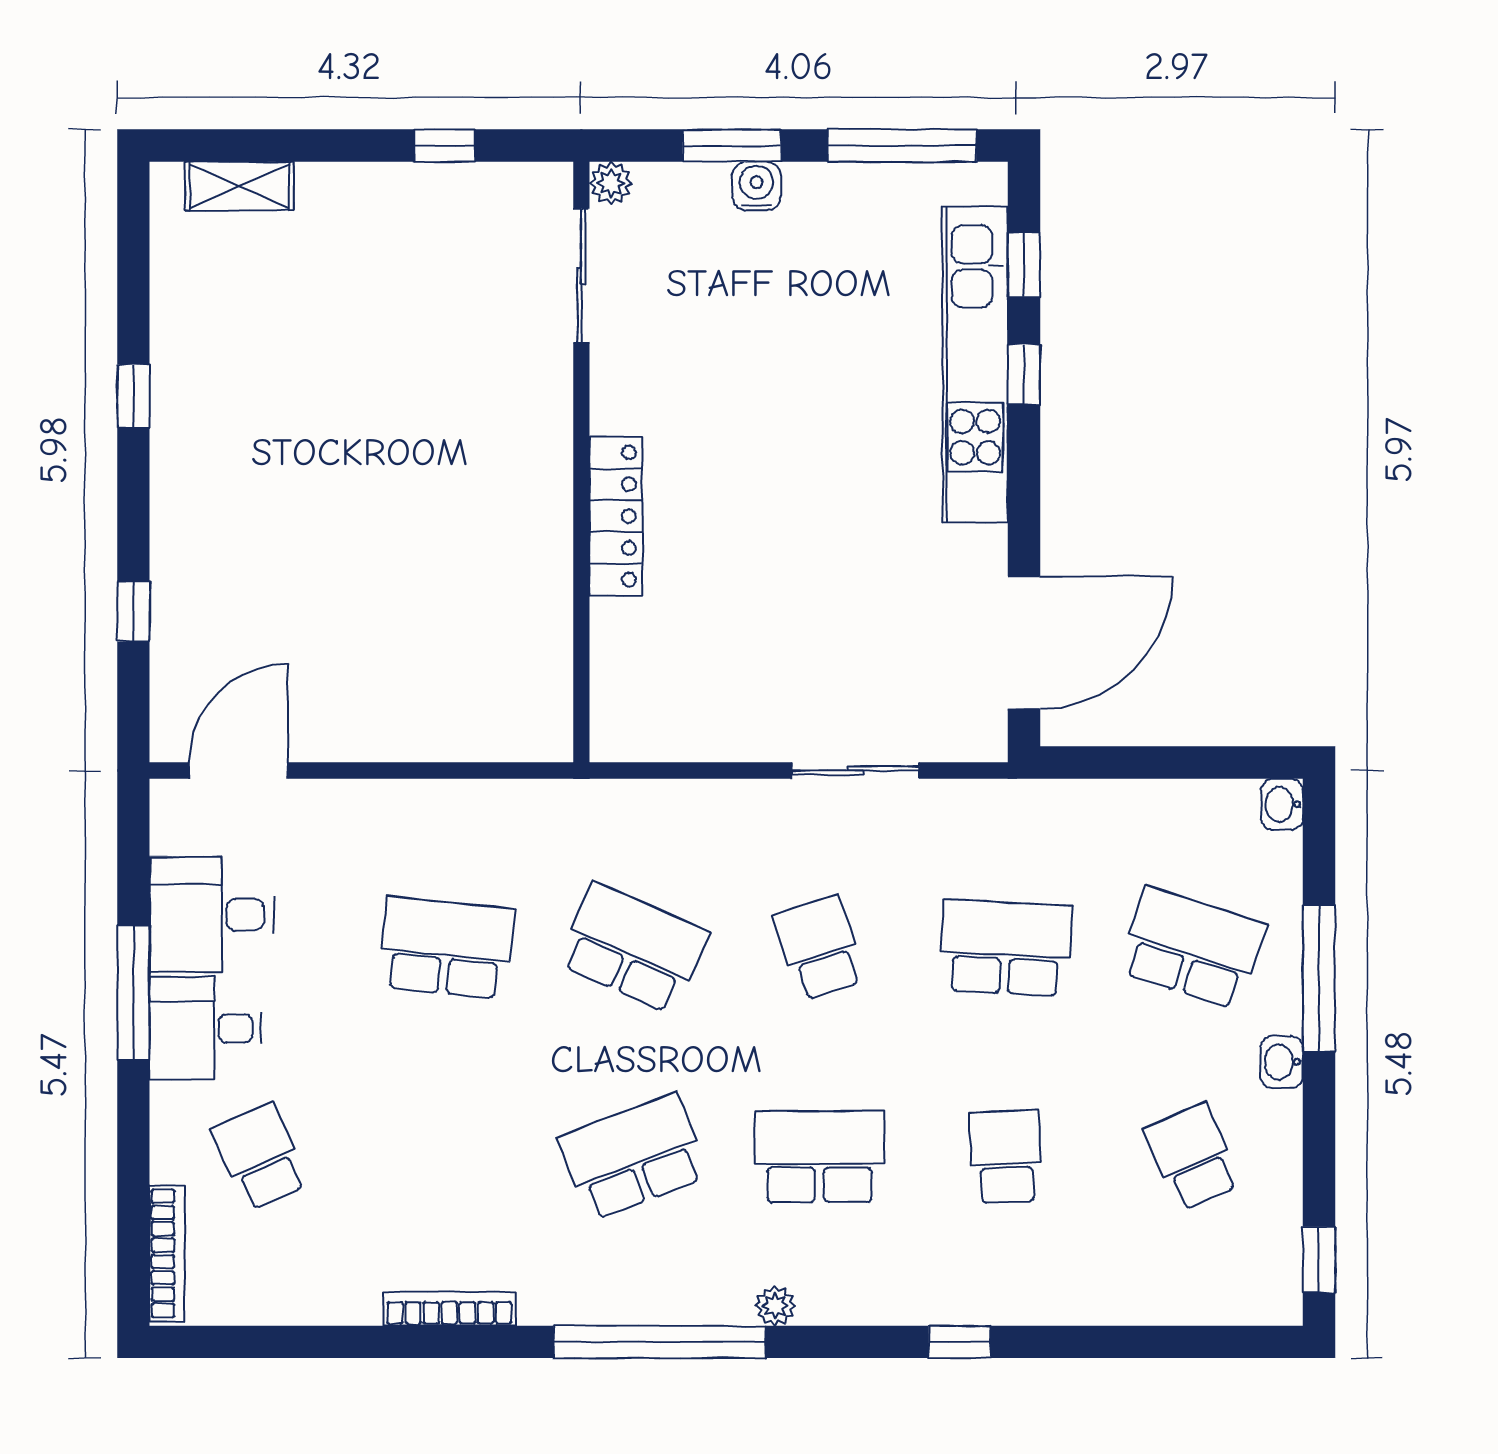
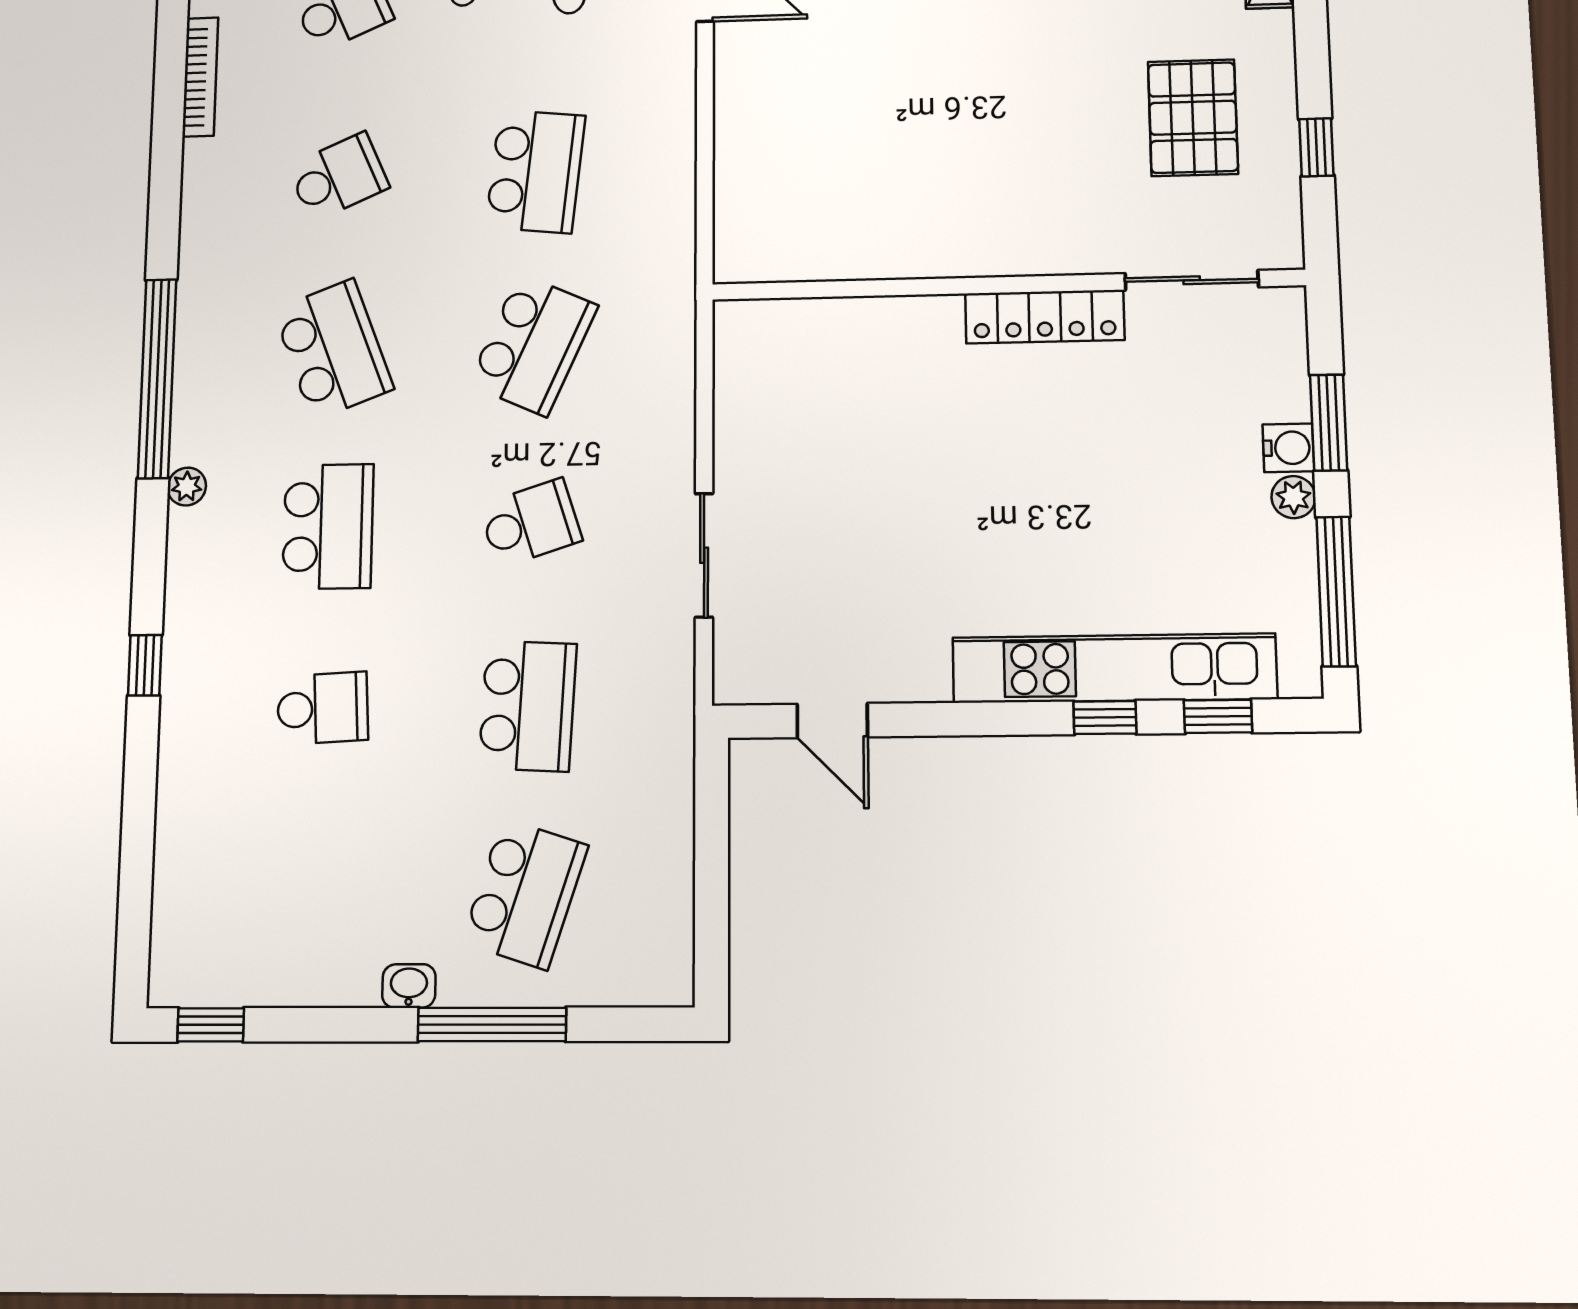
plant: (611, 183) -> (1293, 497), moved
pallet: (409, 269) -> (1193, 118), added
locker: (616, 516) -> (1045, 317), moved
door: (1024, 643) -> (832, 721), width x0.53
washbasin: (1282, 804) -> (669, 986), removed
school desk: (1192, 1157) -> (338, 177), moved
bookcase: (449, 1309) -> (200, 77), moved

